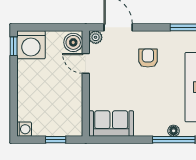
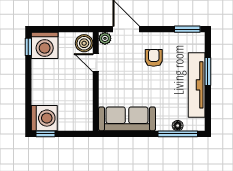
sofa: (111, 124) -> (127, 119), width x1.36
washing machine: (24, 129) -> (44, 118), width x1.89, depth x1.89
window: (56, 140) -> (45, 134), moved

